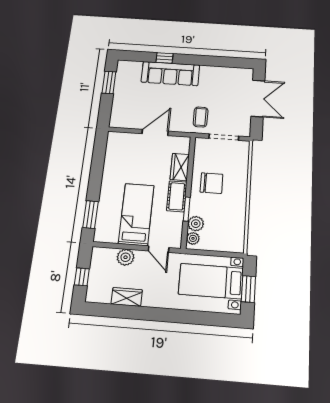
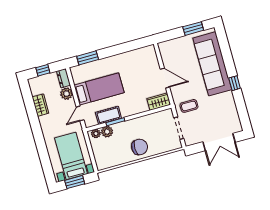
window: (164, 58) -> (235, 83), moved
sofa: (170, 74) -> (212, 64), width x1.36, depth x1.27
wardrobe: (180, 167) -> (159, 102), moved
chair: (211, 183) -> (140, 147), moved, turned -90
cot: (177, 196) -> (108, 115), moved
dresser: (104, 254) -> (63, 78), added

